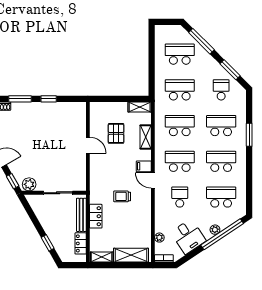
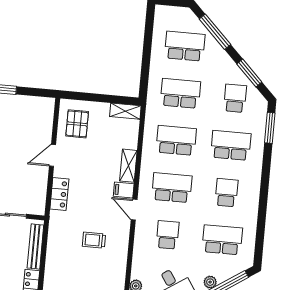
pallet: (116, 133) -> (77, 124), moved
window: (249, 135) -> (270, 128), moved
shelving: (146, 137) -> (128, 166), moved
door: (88, 145) -> (52, 155), swing flipped
school desk: (221, 161) -> (227, 193), width x0.54
trolley: (122, 196) -> (94, 240), moved
locker: (96, 216) -> (59, 194), moved

